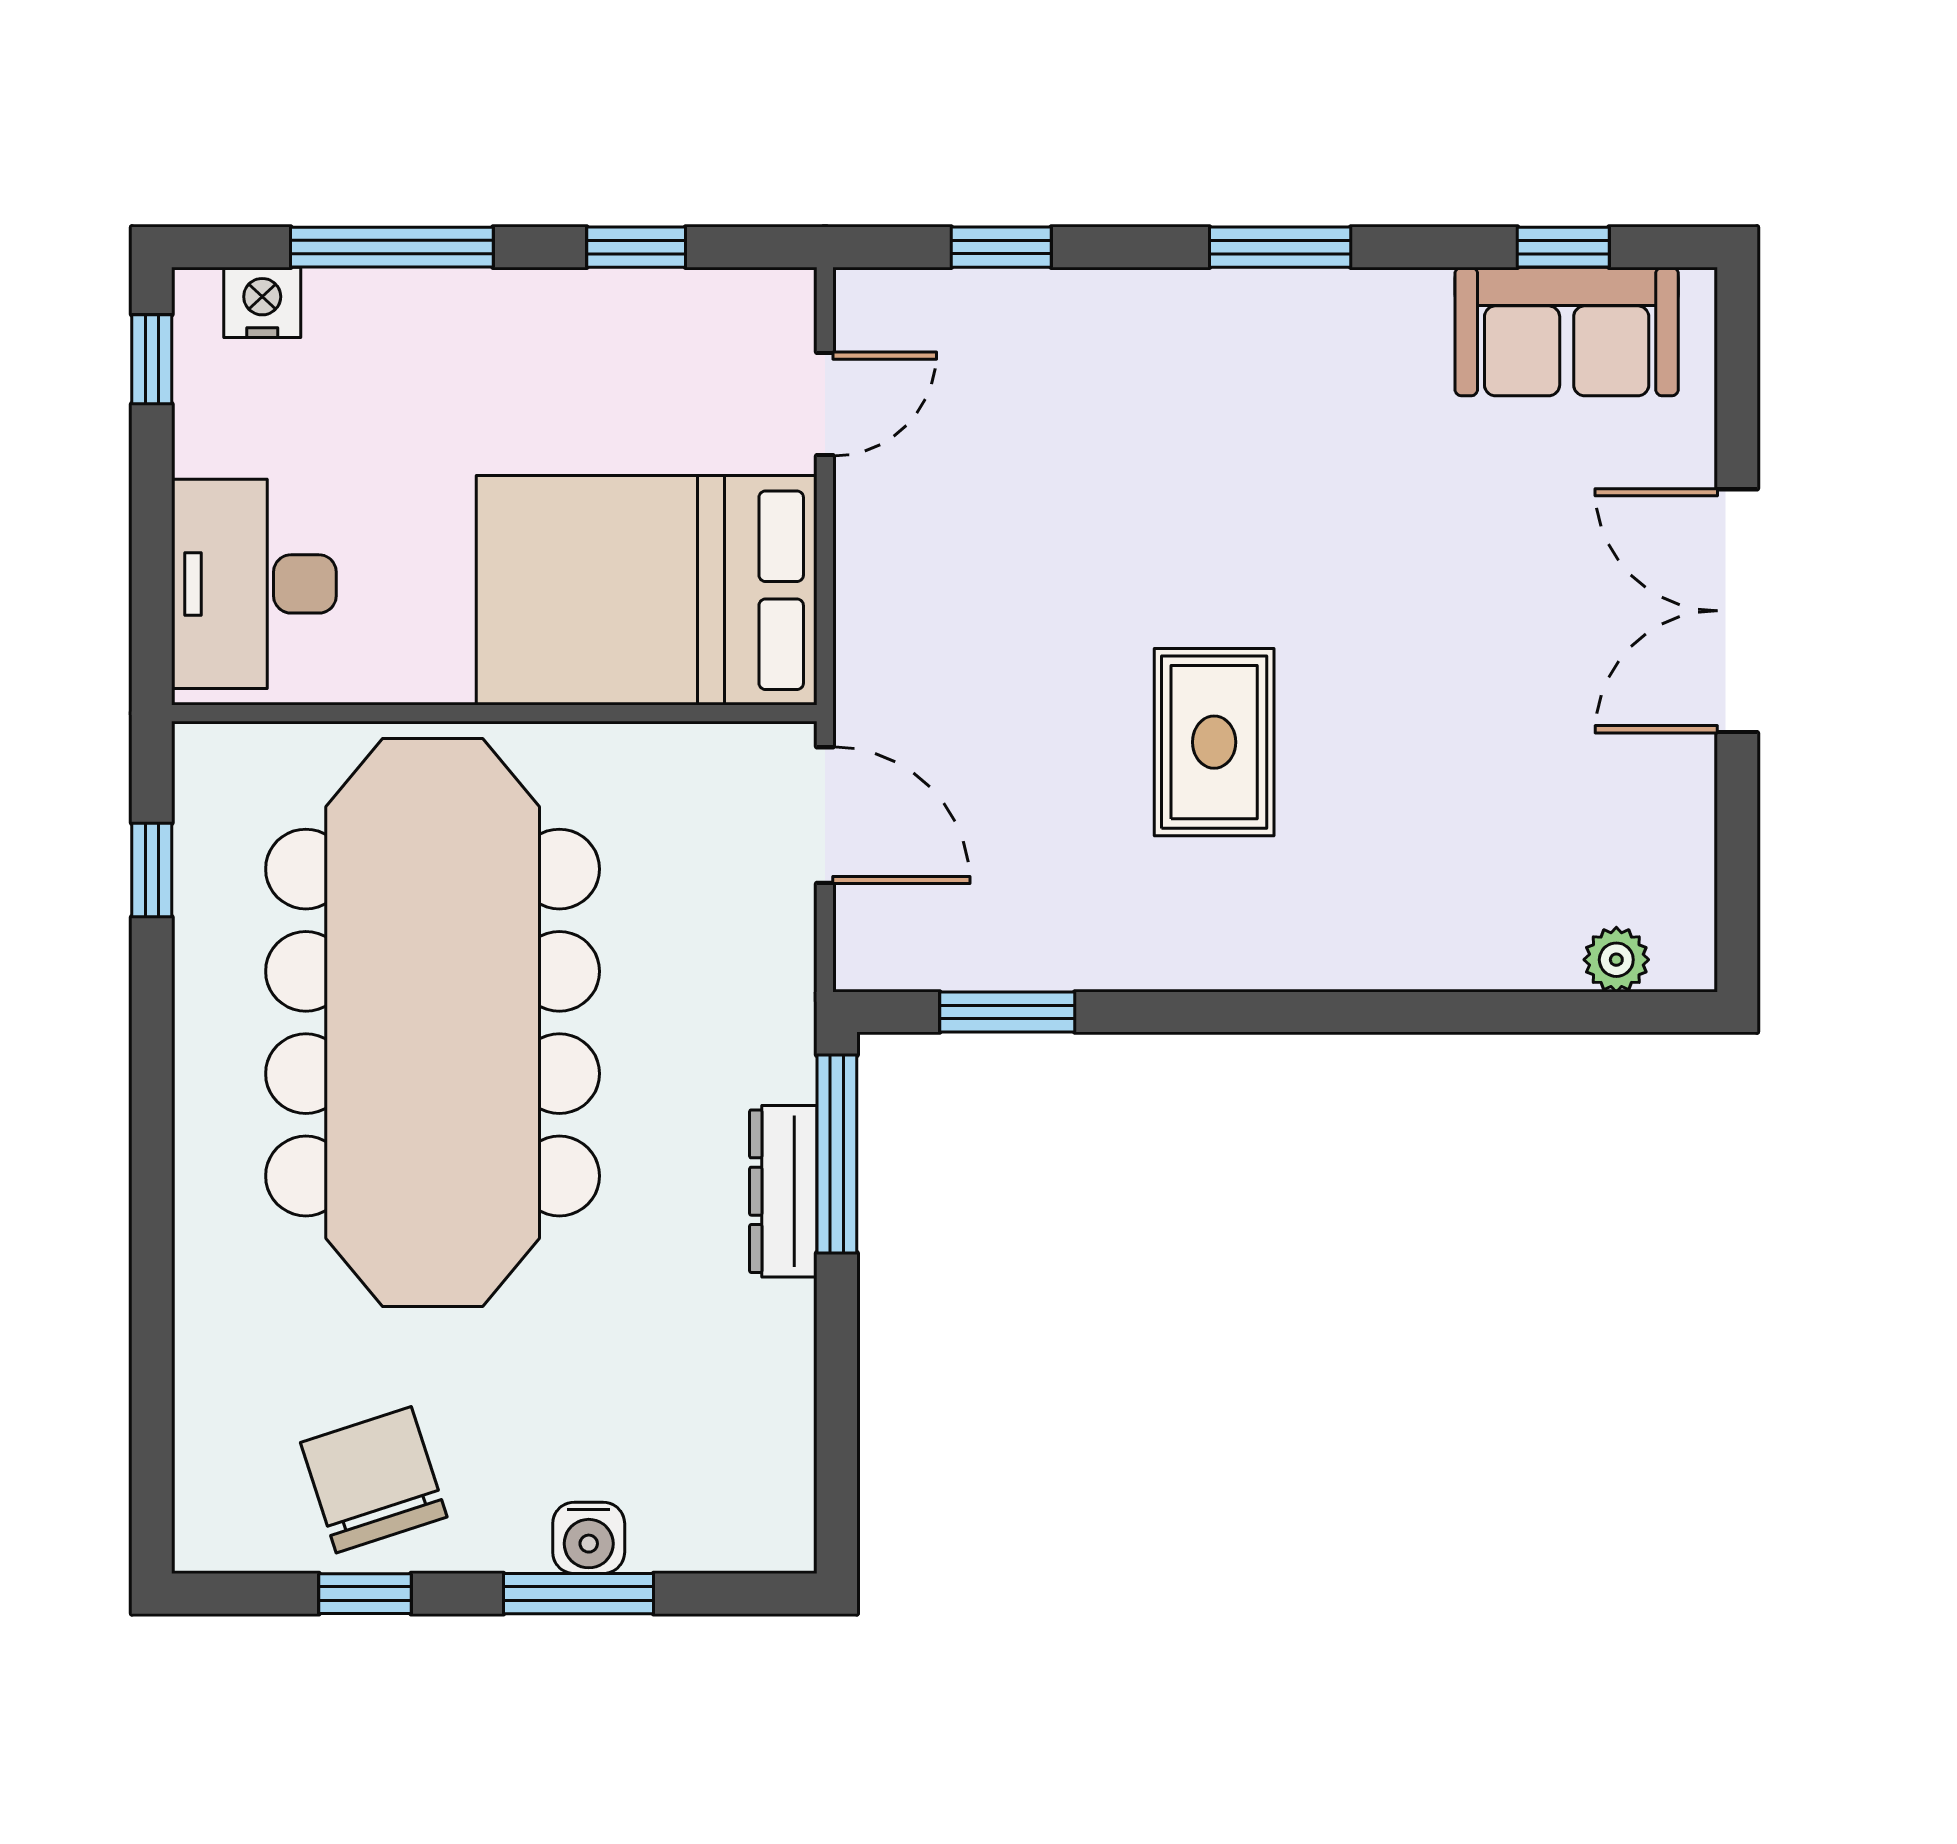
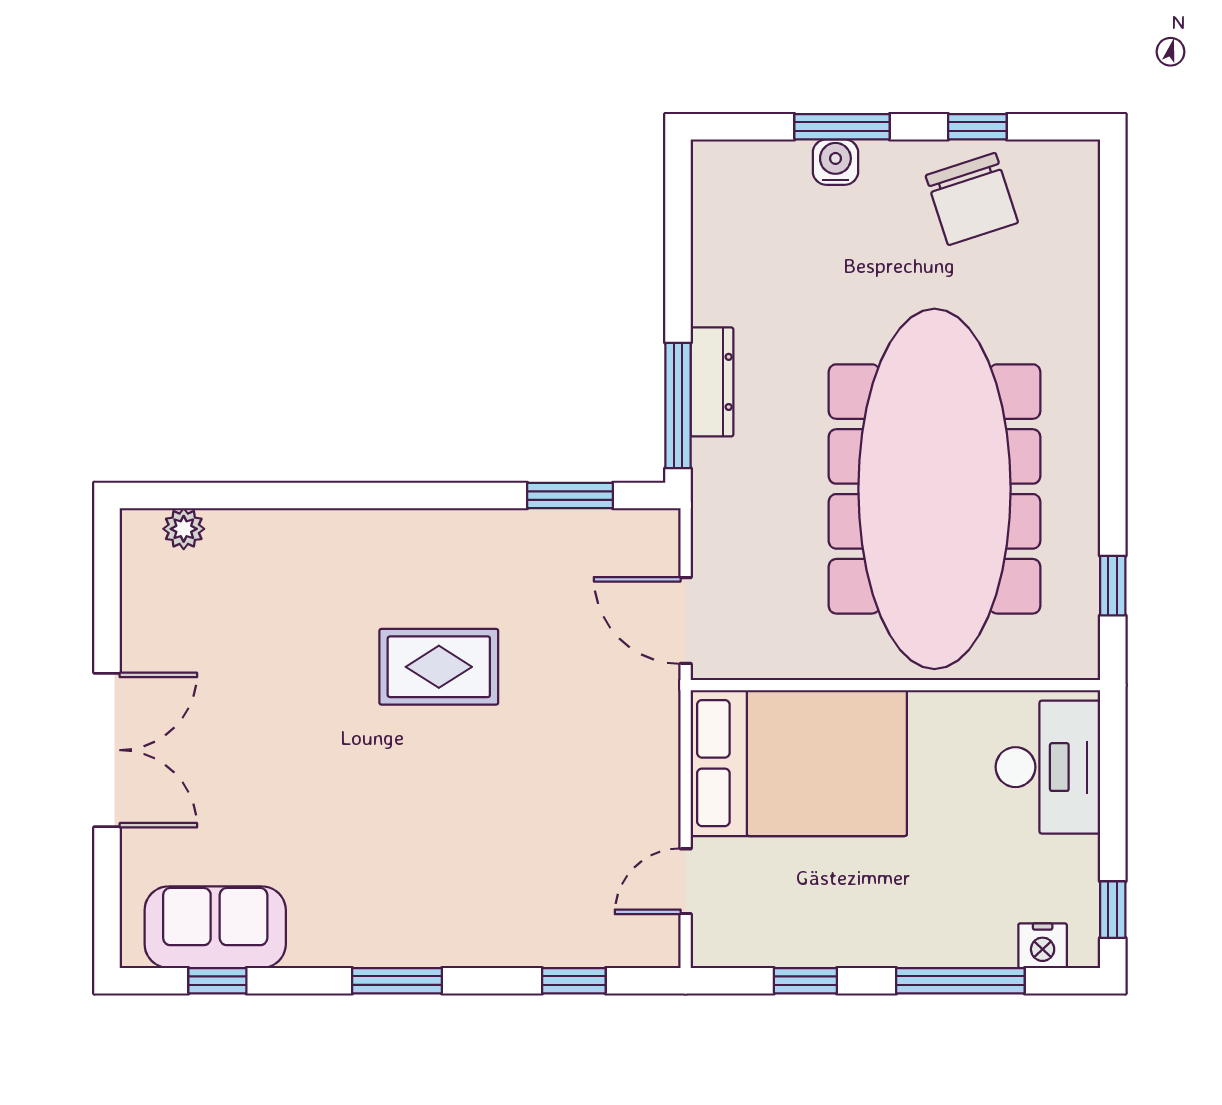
rug: (1214, 742) -> (439, 667), turned 90

